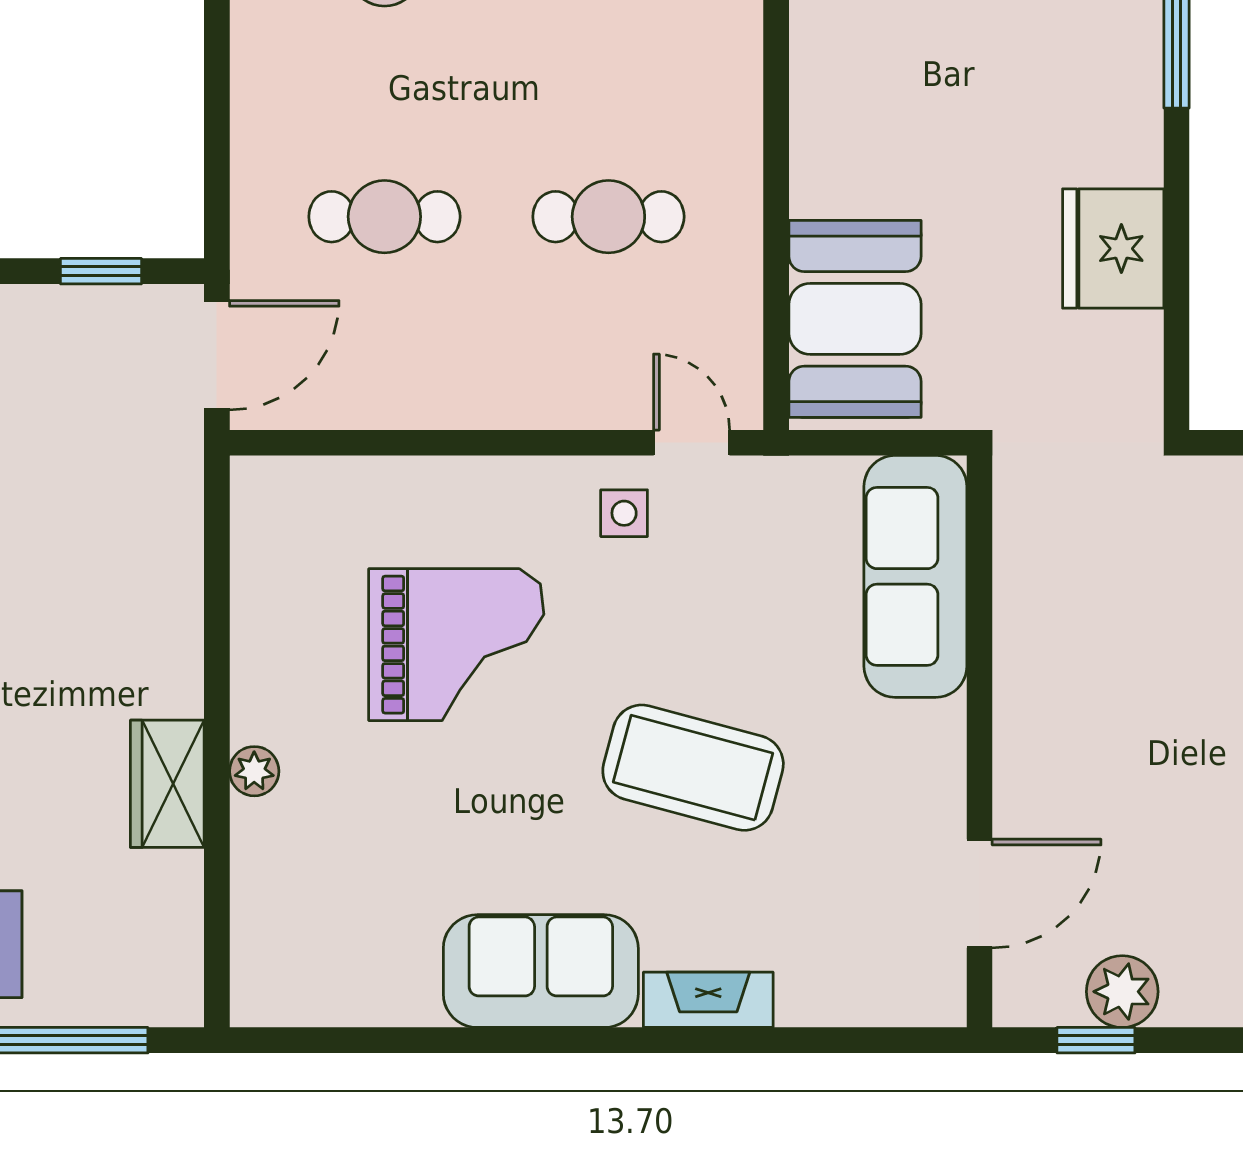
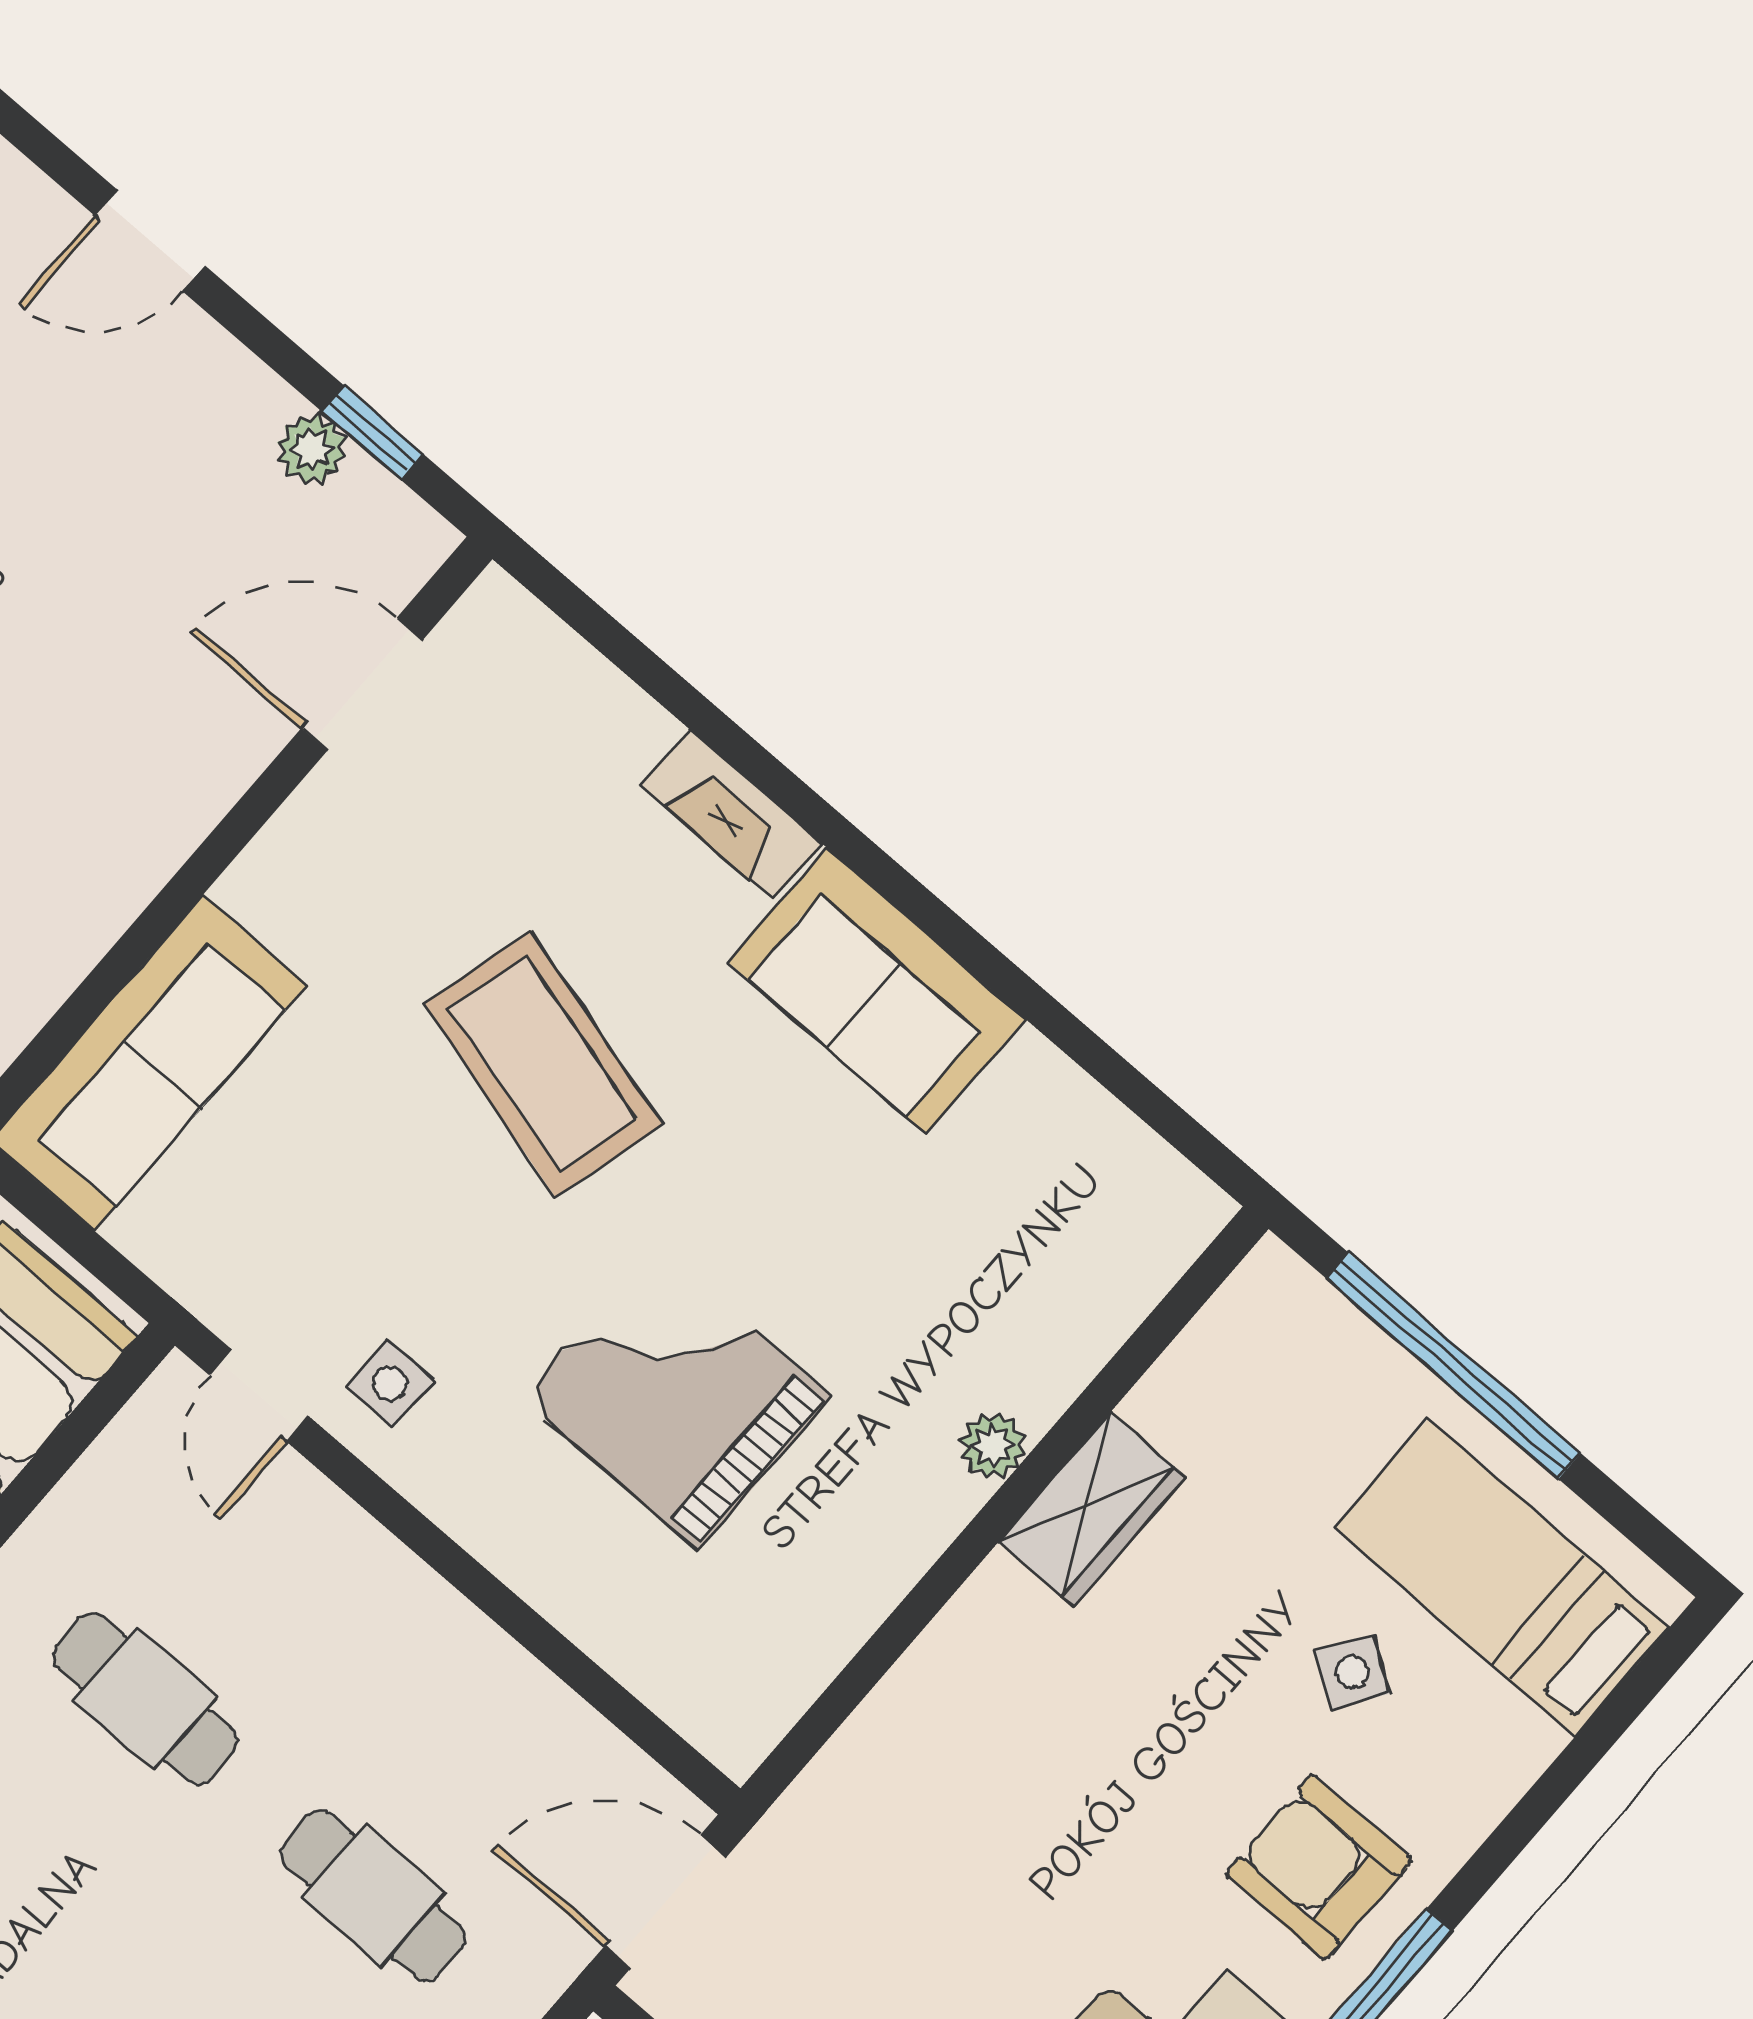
plant: (1122, 992) -> (311, 449), width x0.73, depth x0.73

